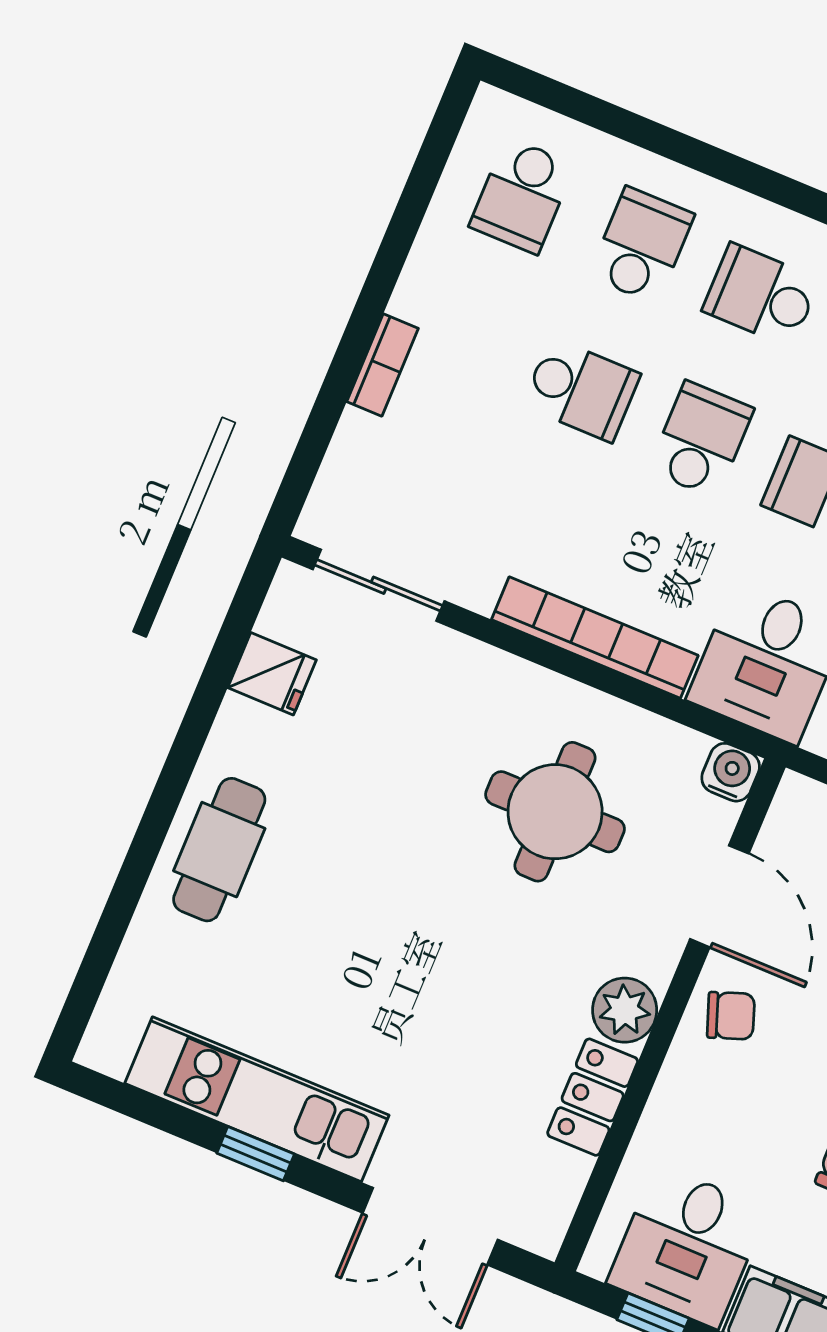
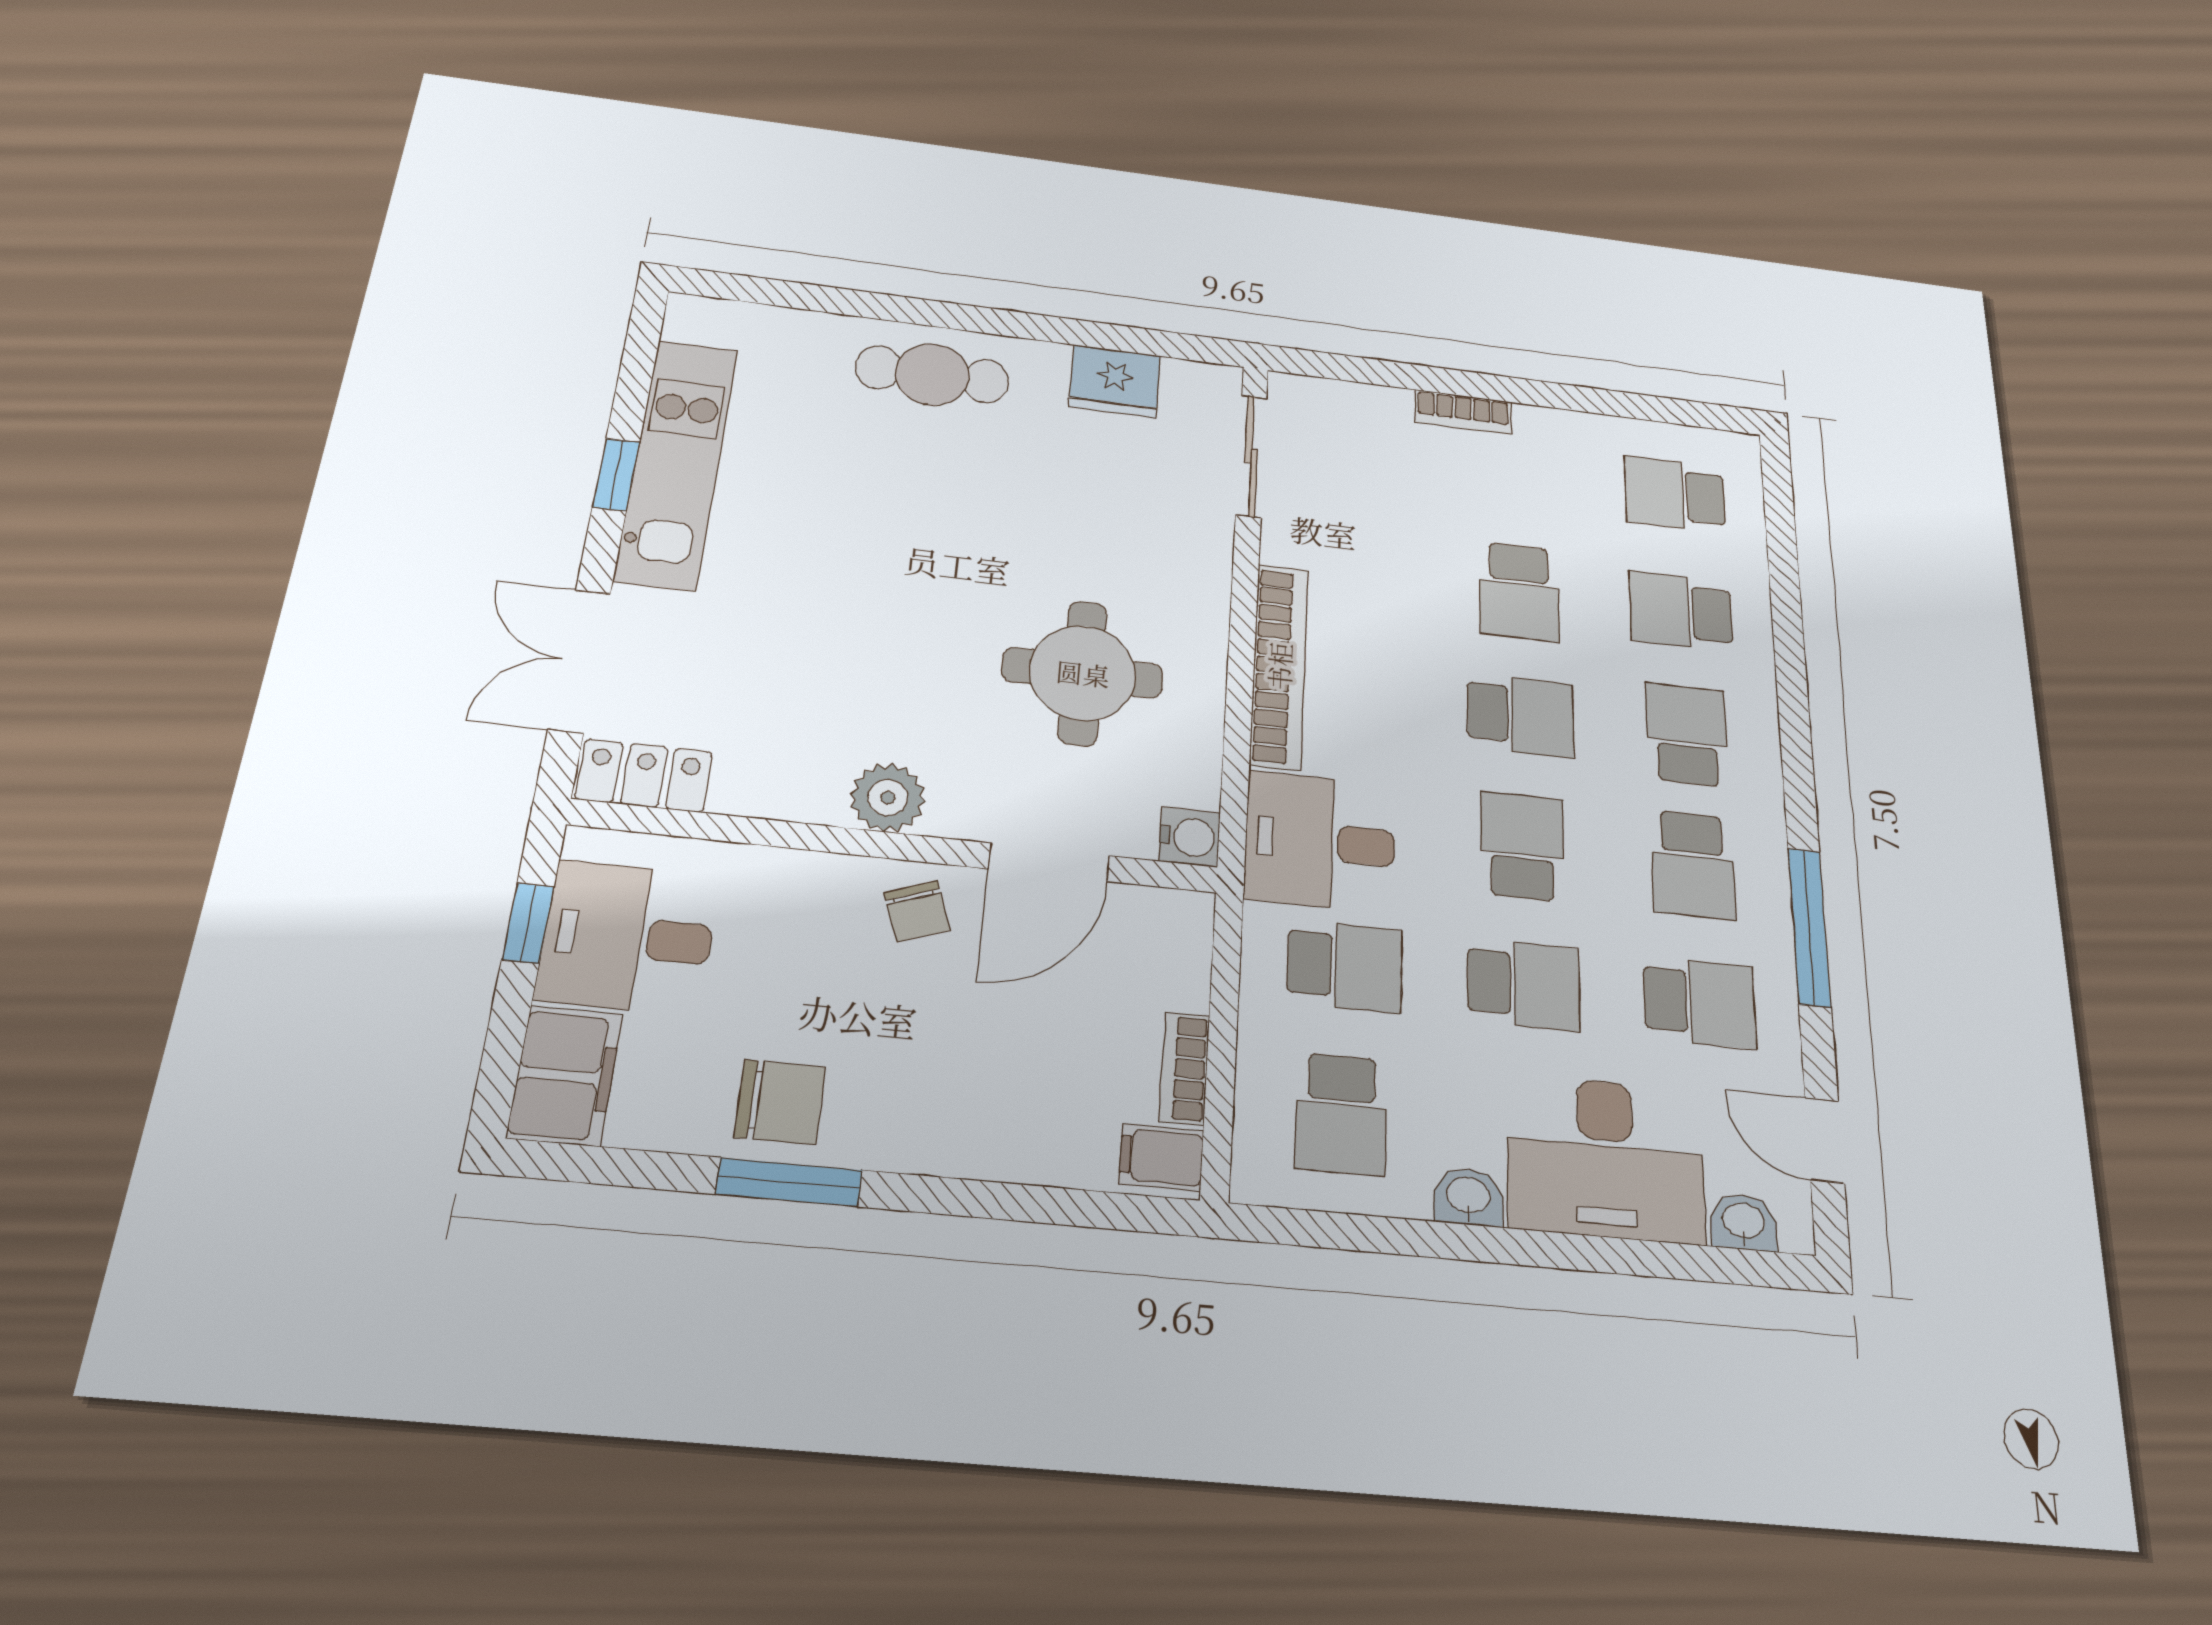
school desk: (641, 245) -> (1681, 611), turned 180
fridge: (272, 674) -> (1115, 381), width x1.38
locker: (593, 1097) -> (644, 776), moved

